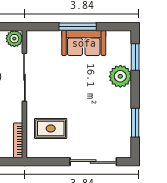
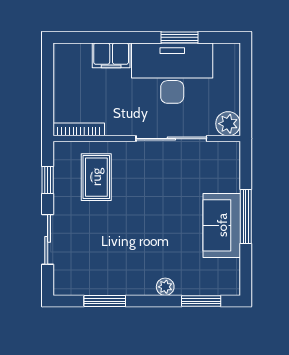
plant: (120, 76) -> (165, 287), width x0.53, depth x0.53
window: (53, 162) -> (48, 180), added
sliding door: (93, 162) -> (48, 239), width x0.73

